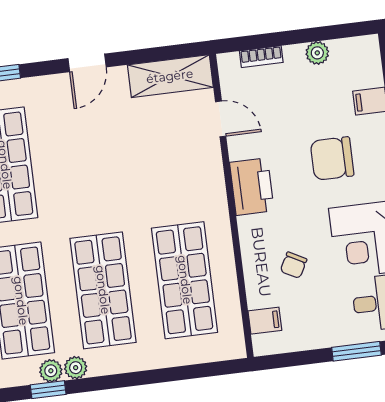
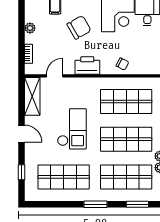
chair: (332, 158) -> (79, 27), turned -120
checkout: (111, 170) -> (72, 129), added
chair: (294, 265) -> (122, 64), moved
filing cabinet: (265, 321) -> (149, 67), removed

